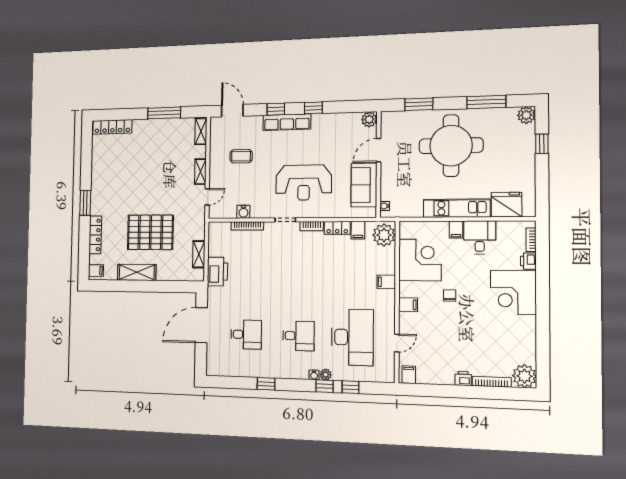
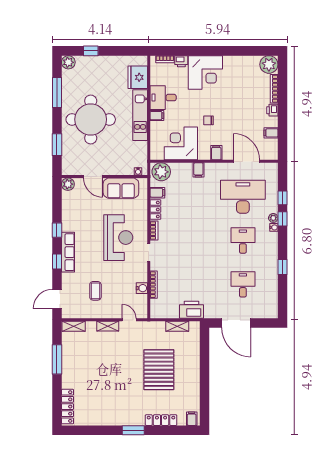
shelving: (137, 272) -> (193, 381), removed
door: (397, 343) -> (247, 161), width x1.88
filing cabinet: (409, 375) -> (271, 133), moved

